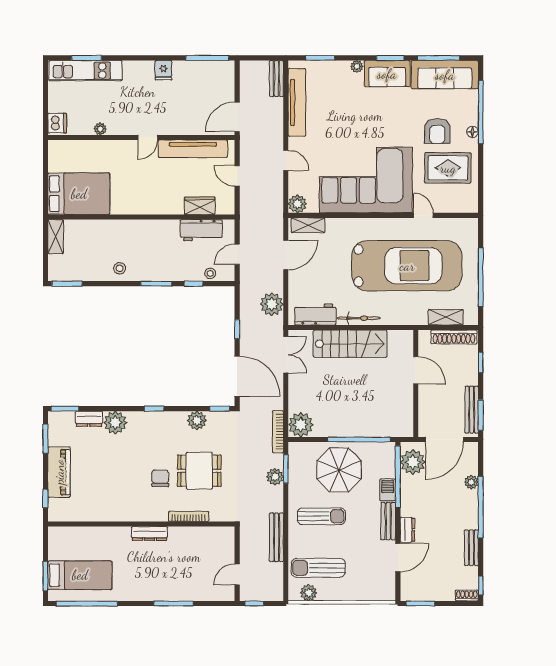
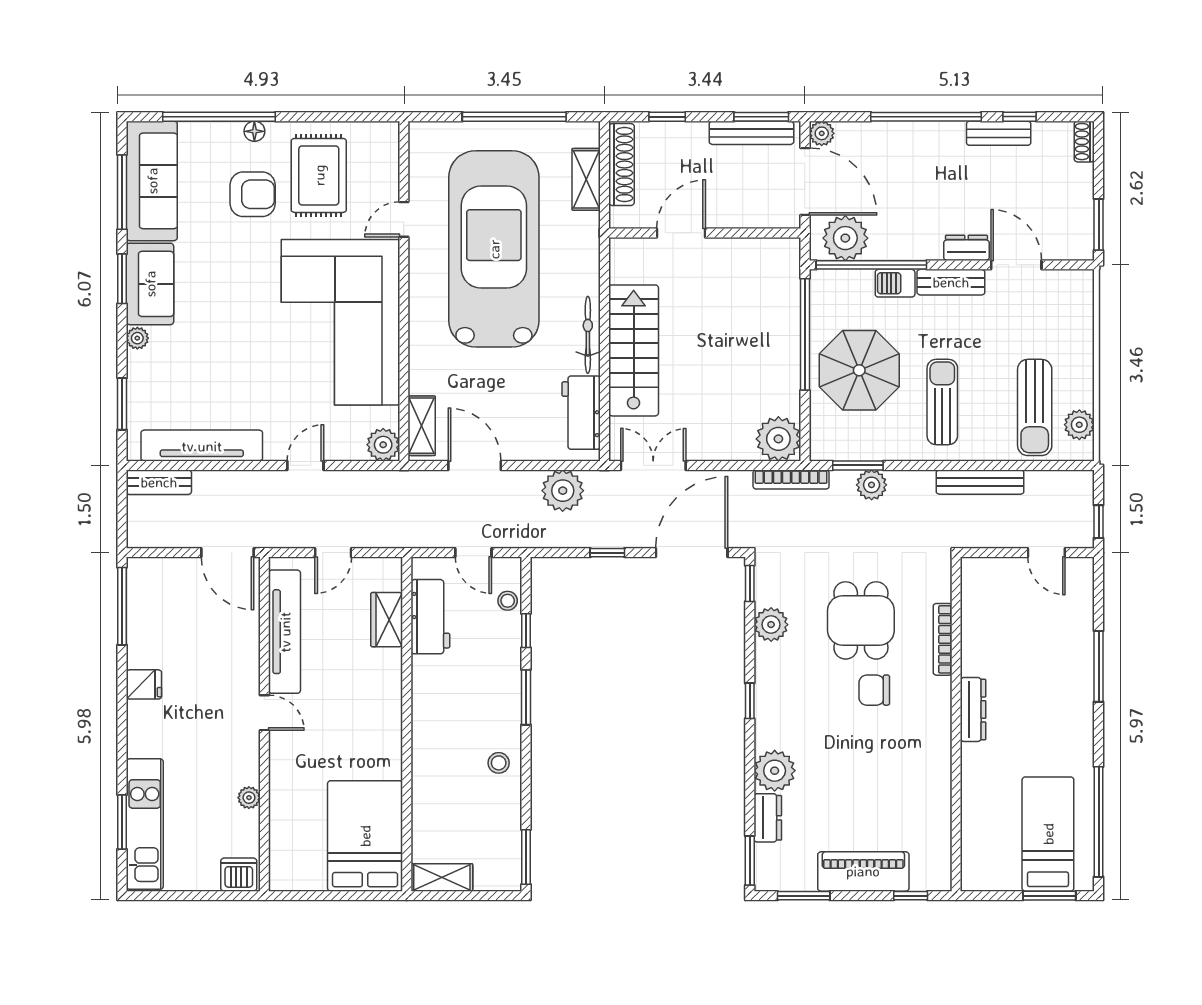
plant: (471, 482) -> (822, 133), moved
window: (481, 585) -> (1019, 117), moved

